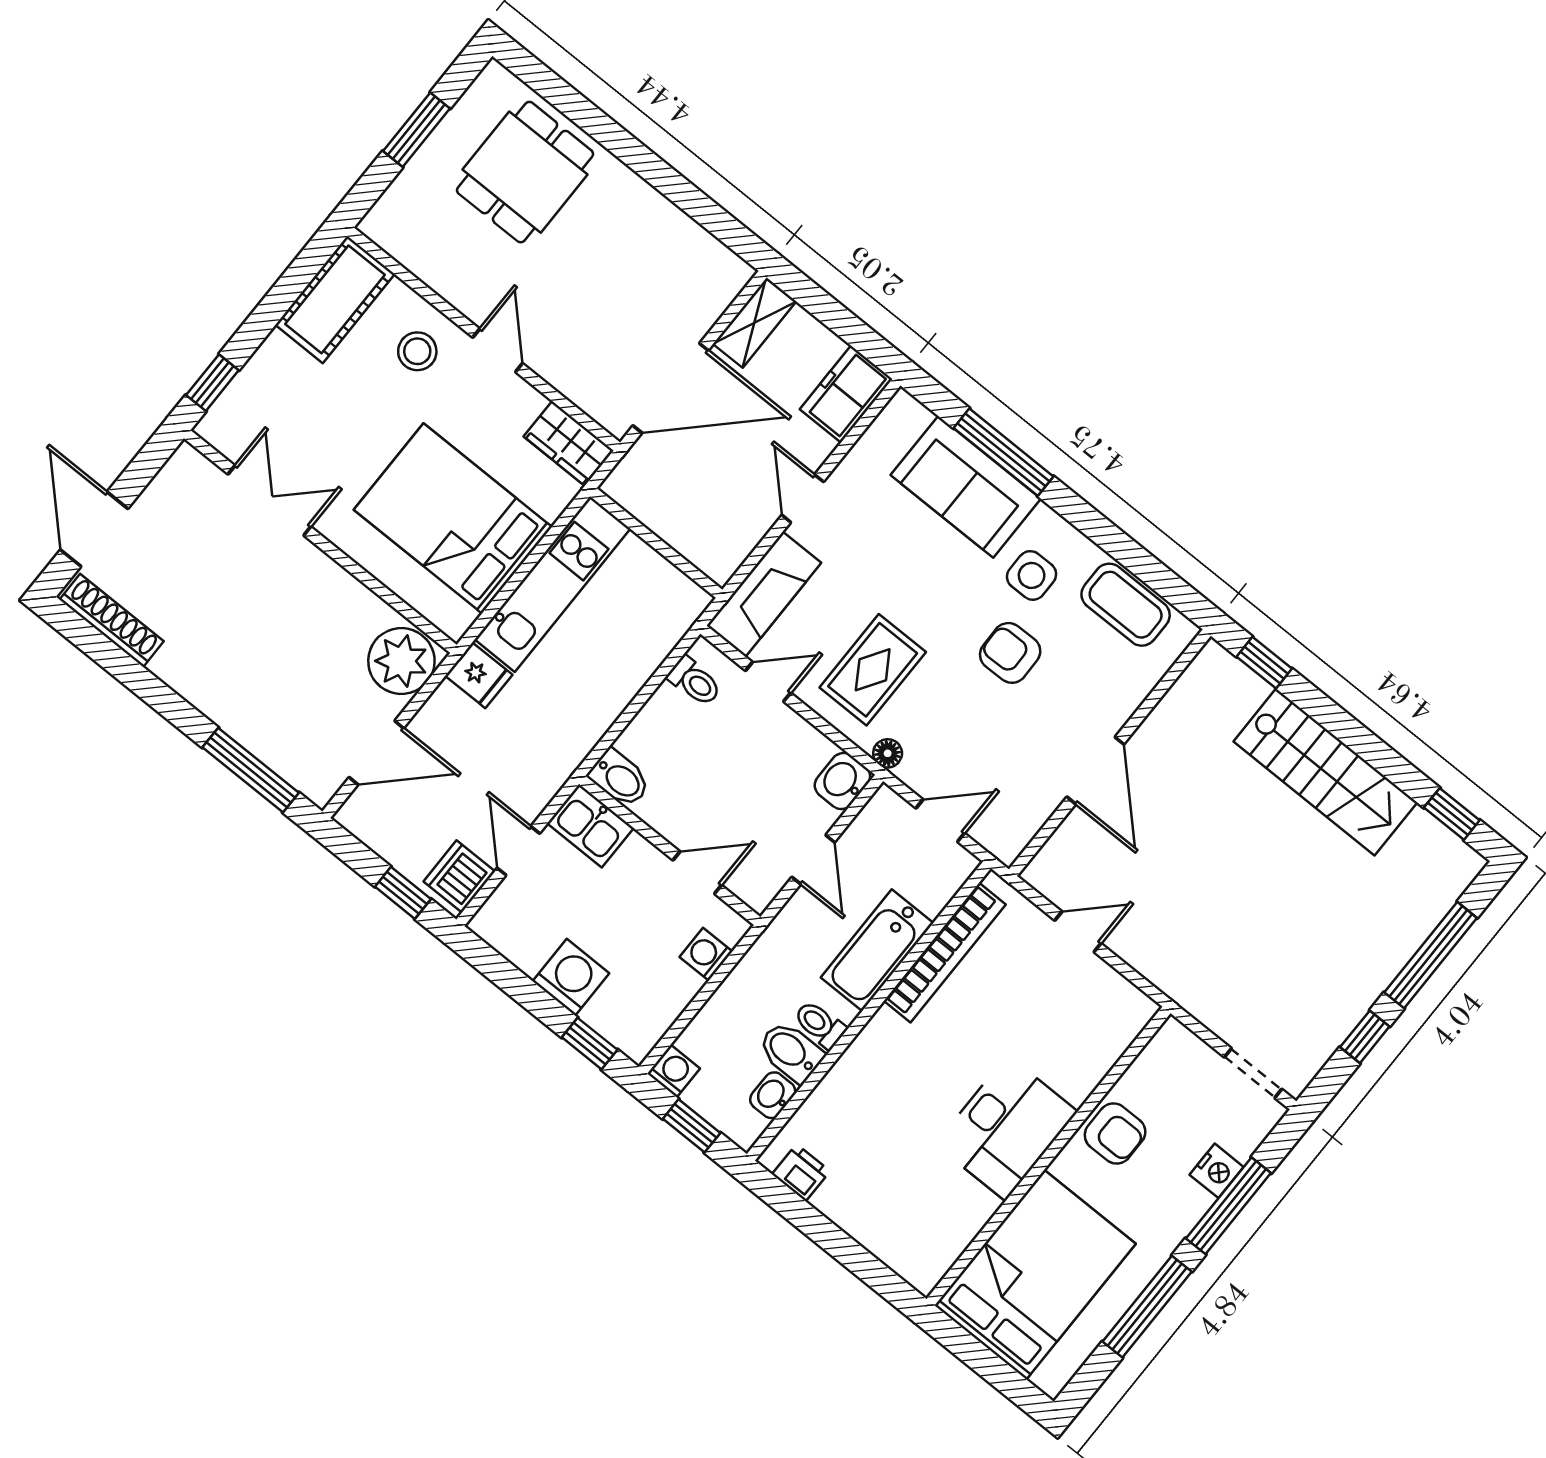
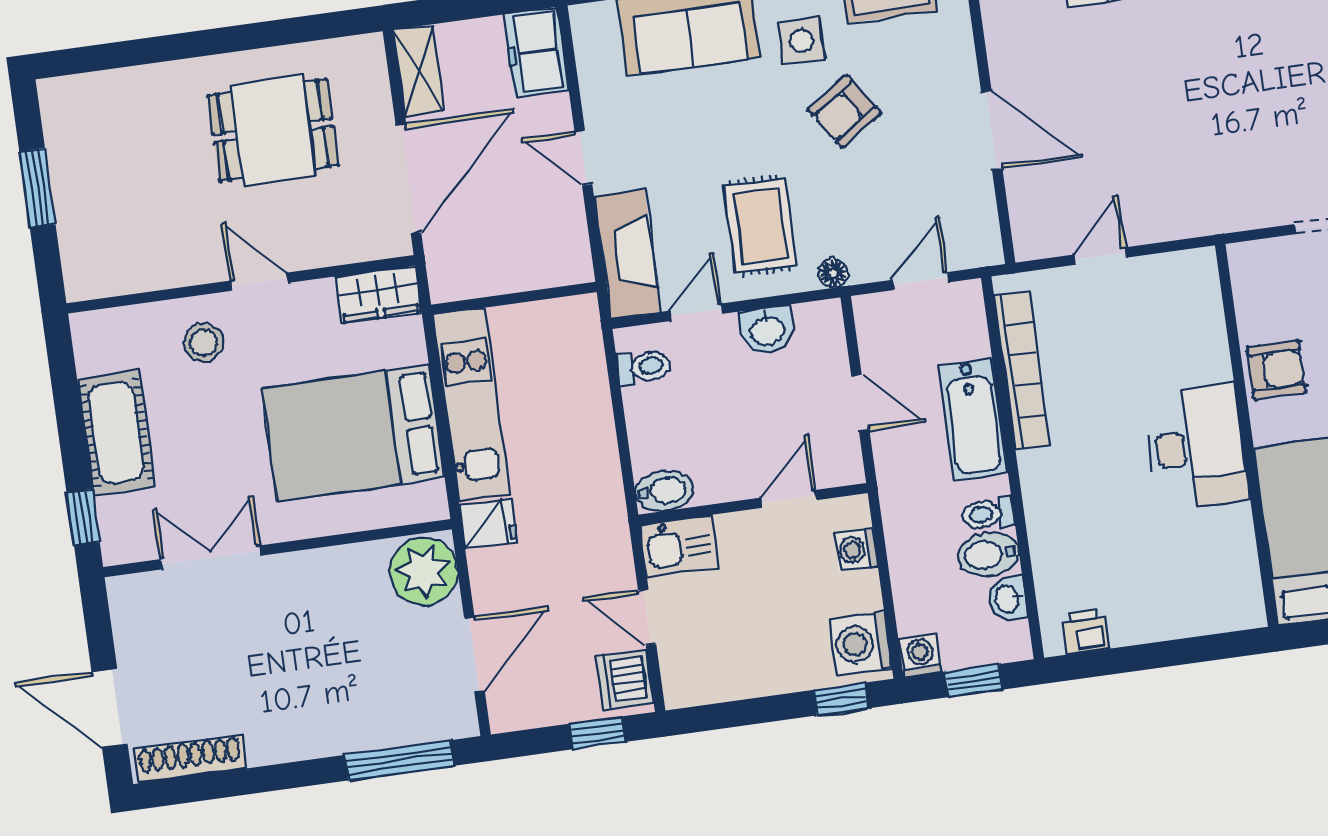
dining table: (525, 172) -> (273, 130), moved, turned 90
cot: (335, 299) -> (116, 433), moved
armchair: (1010, 653) -> (844, 111), turned -33
washbasin: (842, 781) -> (768, 330), moved, turned -90
washing machine: (571, 977) -> (860, 644), moved, turned -90

